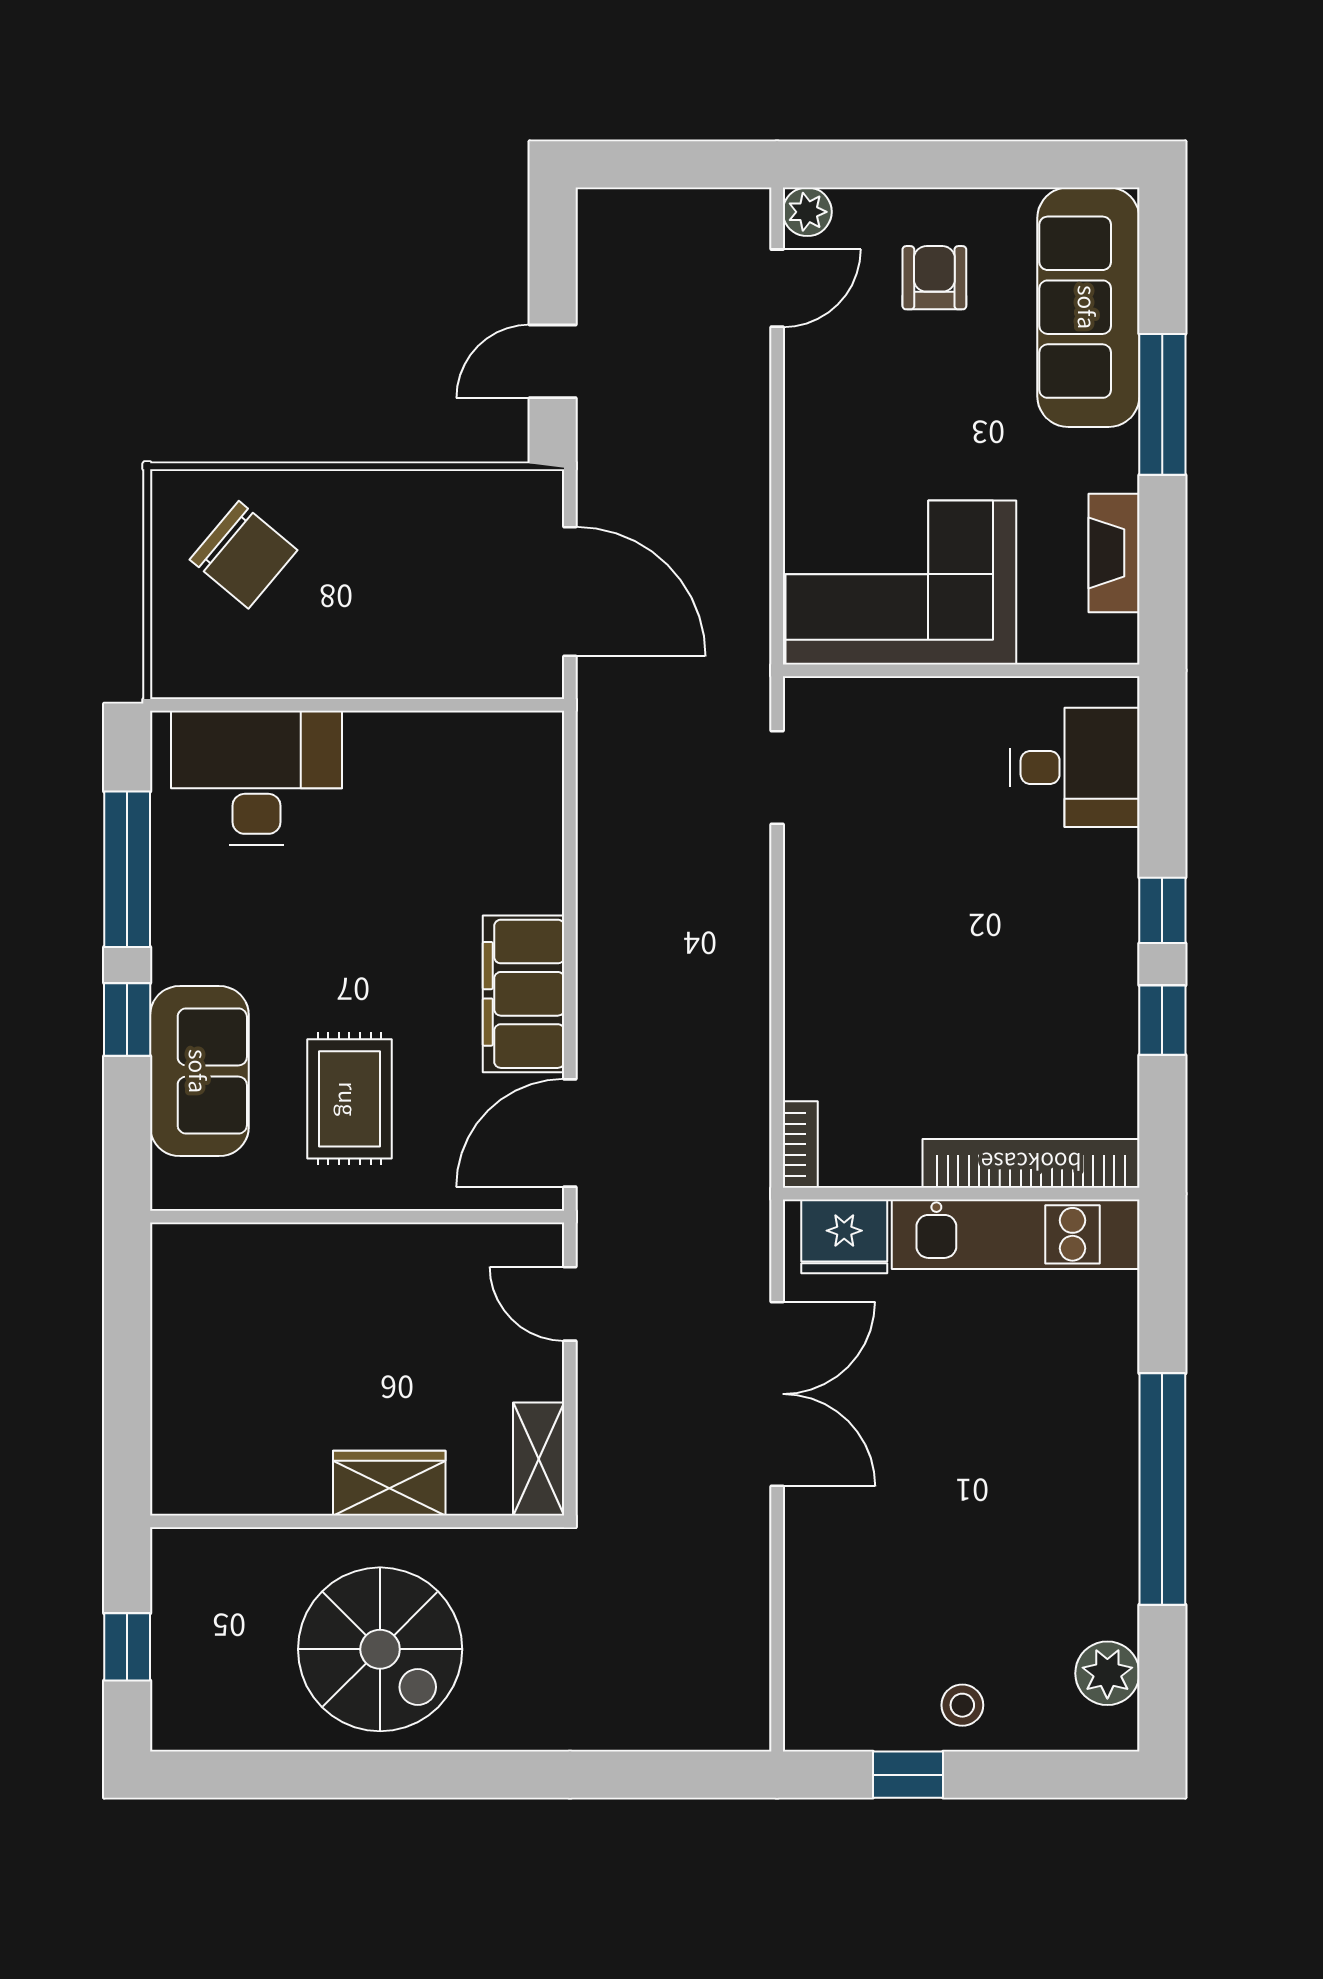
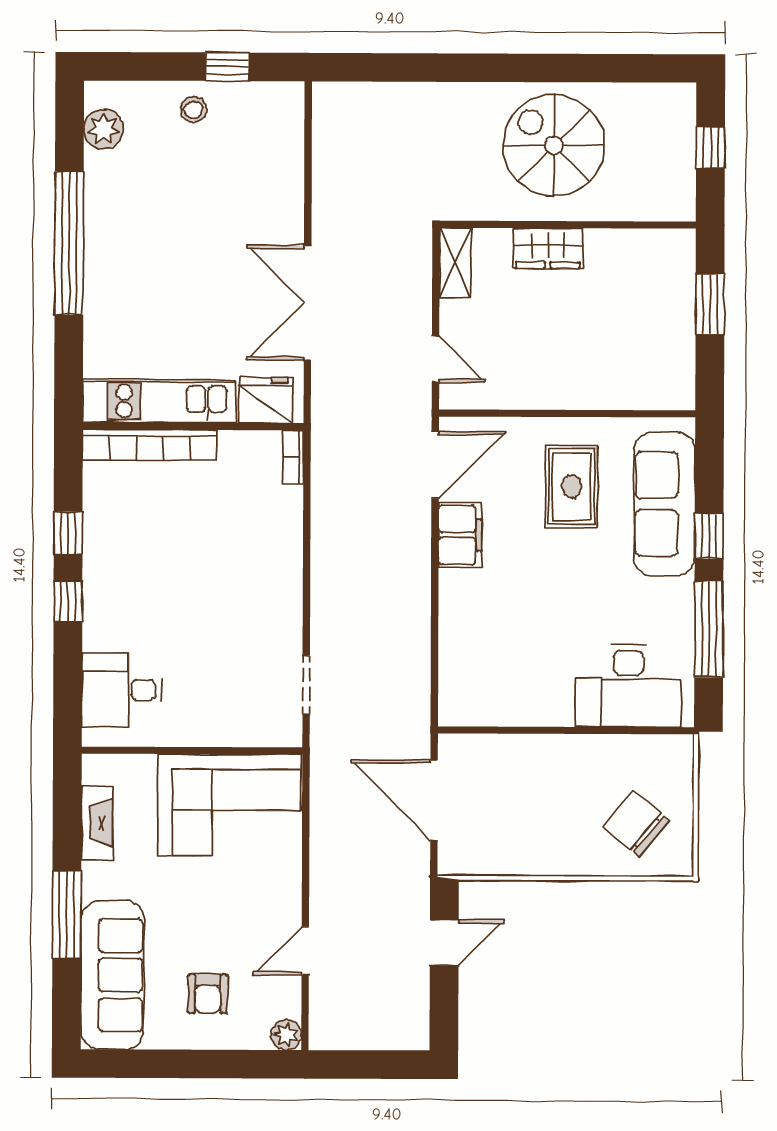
door: (777, 288) -> (305, 951), moved
filing cabinet: (524, 994) -> (460, 535), width x0.67, depth x0.86
sofa: (199, 1071) -> (664, 504), width x1.36
window: (127, 1394) -> (710, 304), added

